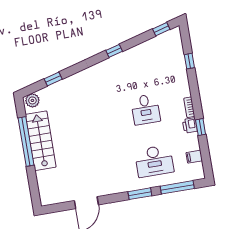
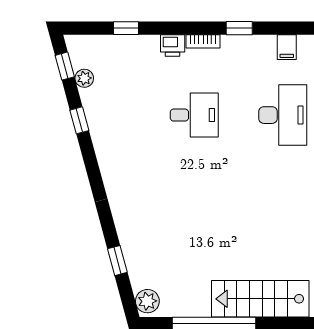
plant: (156, 42) -> (84, 78), added
window: (114, 51) -> (79, 120), moved
printer: (190, 125) -> (173, 46), moved
stairs: (41, 141) -> (260, 299), moved

